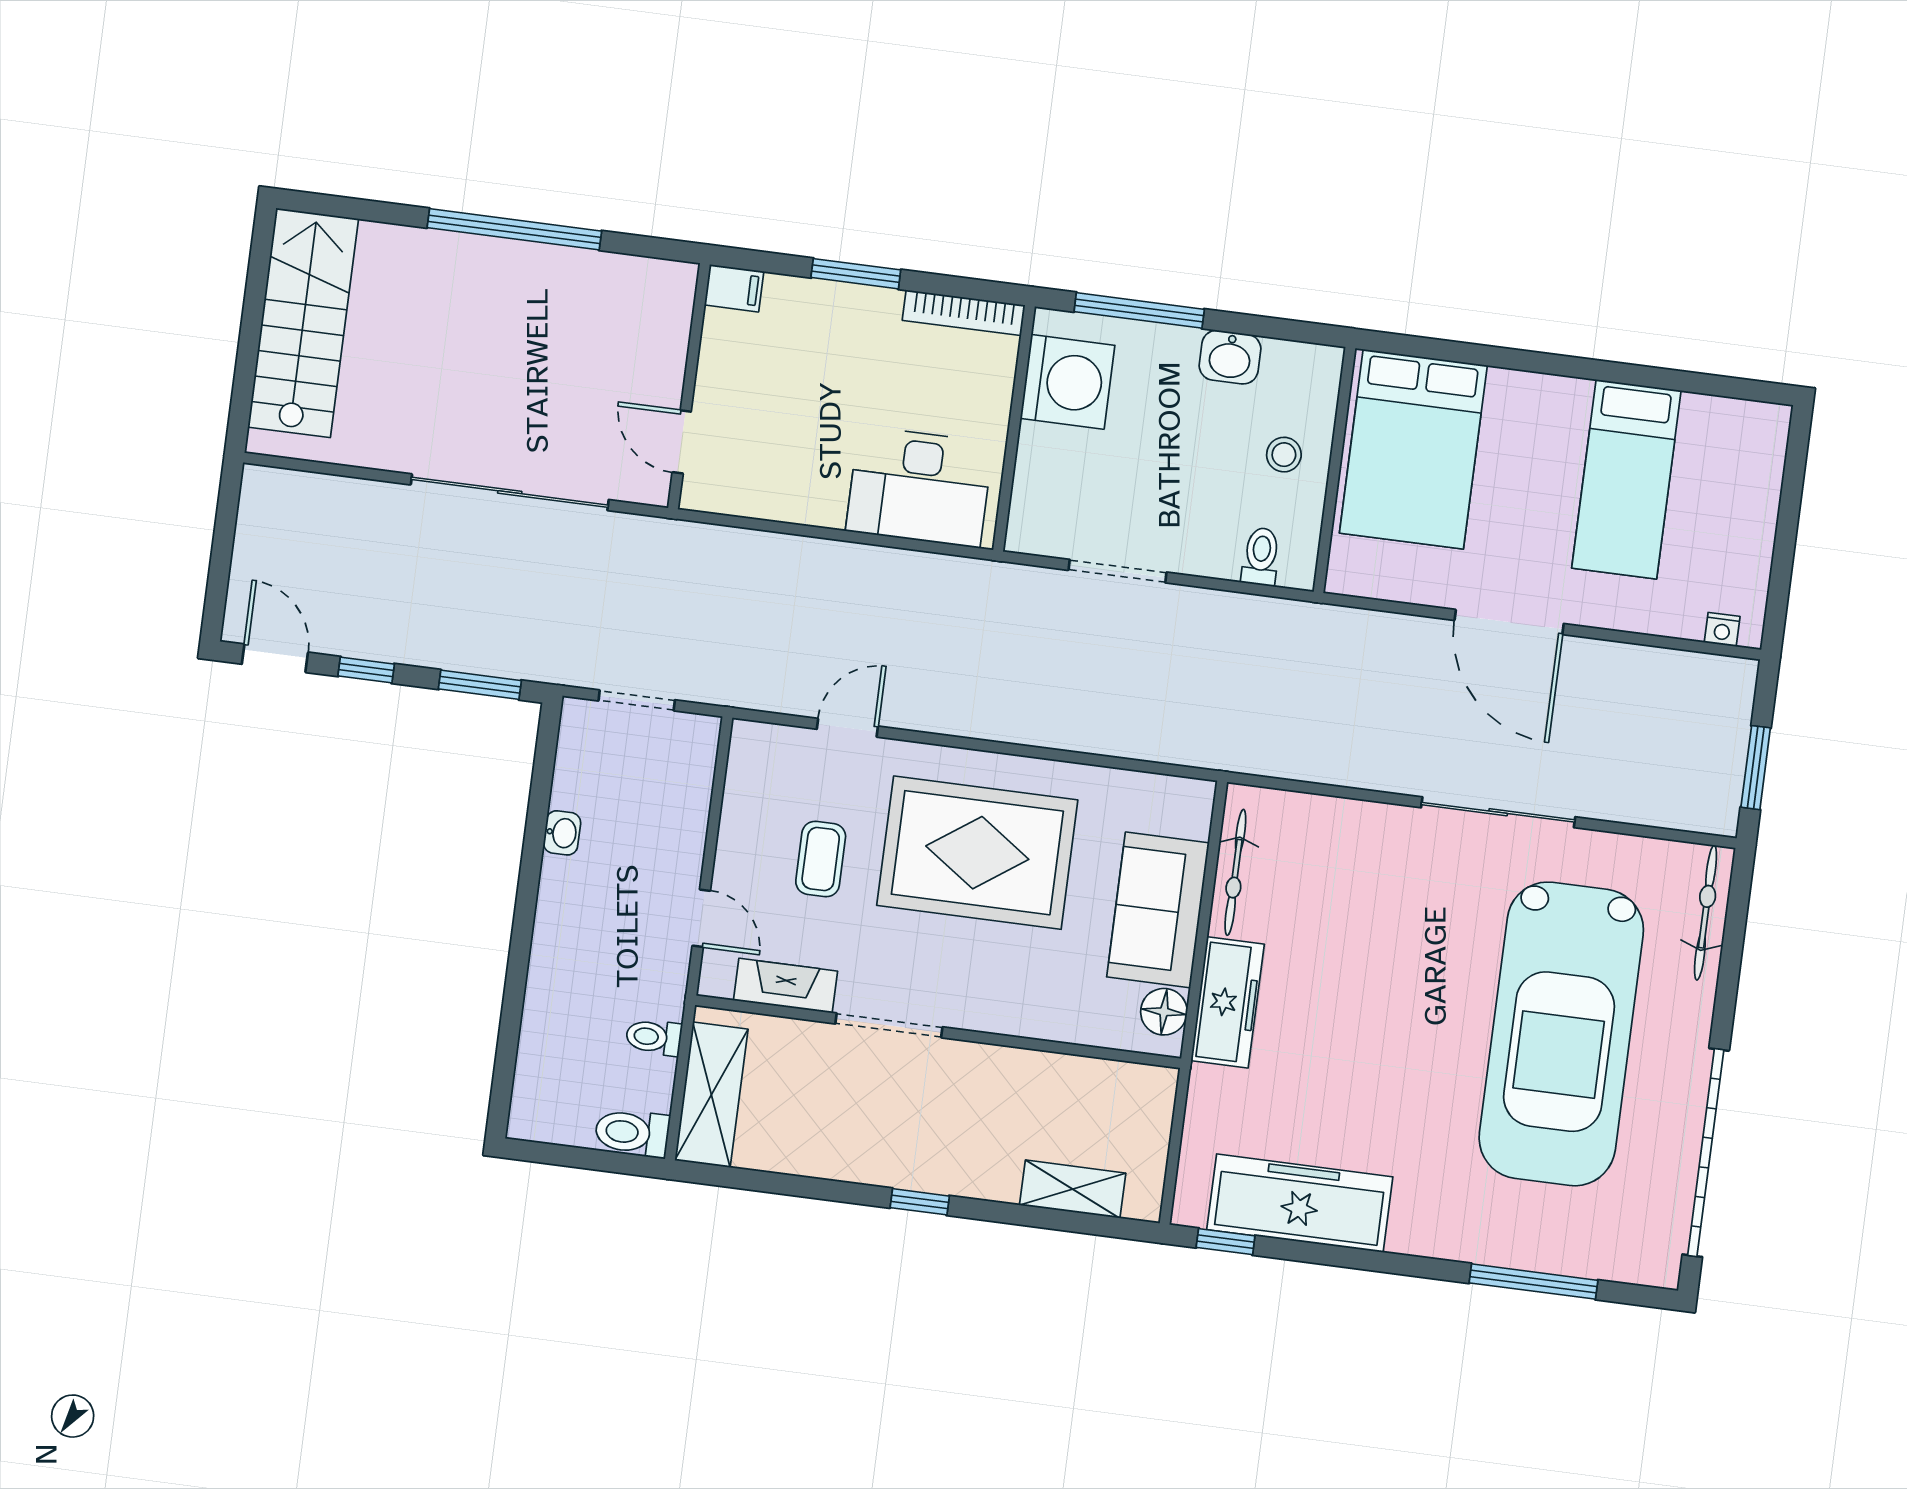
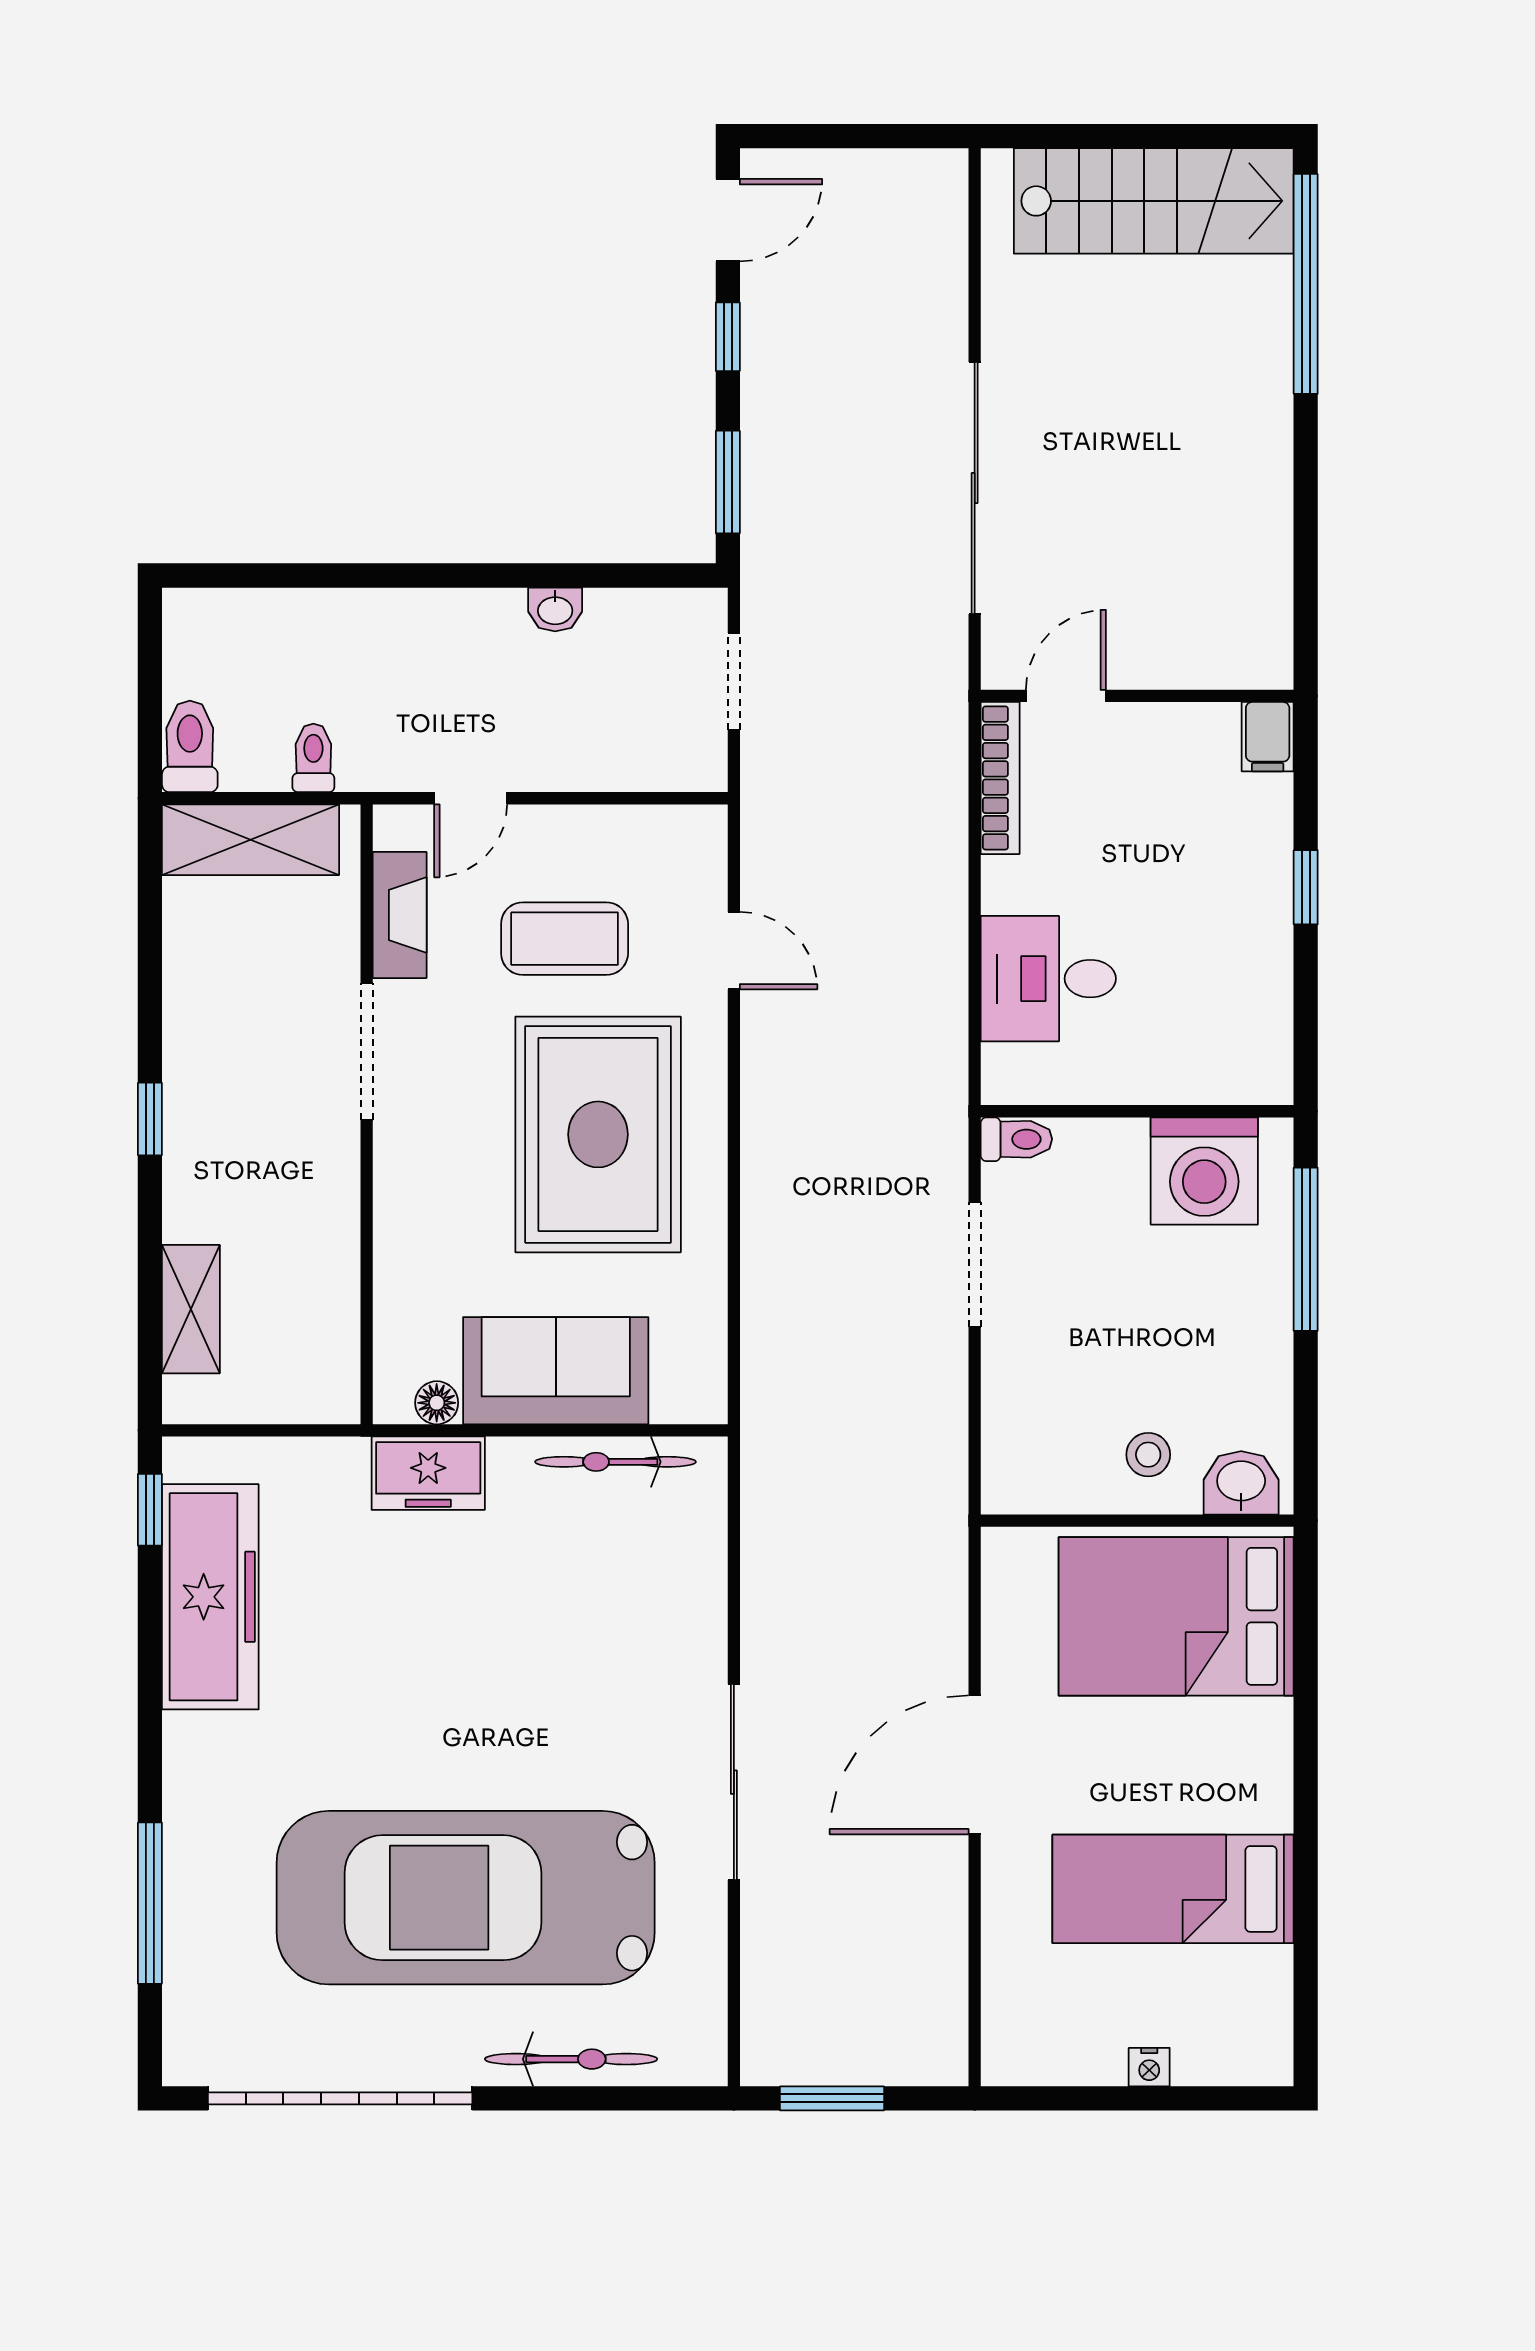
window: (514, 229) -> (1306, 284), moved
window: (856, 274) -> (1306, 887), width x0.67
bookcase: (964, 313) -> (1000, 778), moved, turned 180
washbasin: (1230, 357) -> (1241, 1483), moved, turned 90
desk: (919, 487) -> (1048, 979), width x0.73
toilet: (1261, 557) -> (1016, 1139), moved
nightstand: (1722, 630) -> (1149, 2067), moved, turned -90
coffee table: (821, 859) -> (565, 939), width x1.36, depth x1.30
bicycle: (1706, 913) -> (571, 2059), moved
freezer: (1227, 1002) -> (428, 1473), width x0.71
floor lamp: (1164, 1012) -> (437, 1403), width x0.73, depth x0.73

